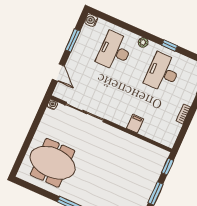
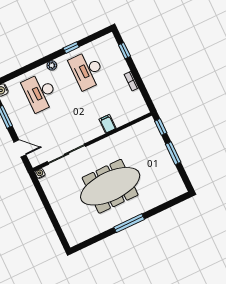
meeting table: (53, 163) -> (110, 186), moved, width x1.36

